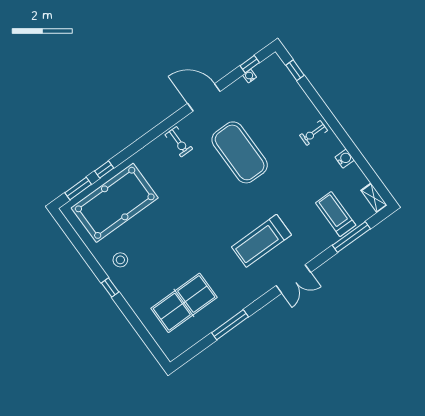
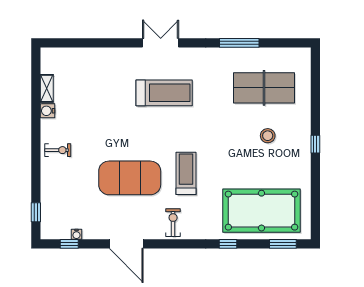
exercise mat: (240, 152) -> (130, 178), turned 90
window: (104, 170) -> (228, 244), moved
shelving: (374, 198) -> (47, 88), moved
treadmill: (336, 214) -> (186, 173), moved, turned 180
window: (351, 237) -> (88, 43), removed
stool: (120, 260) -> (268, 136), moved

